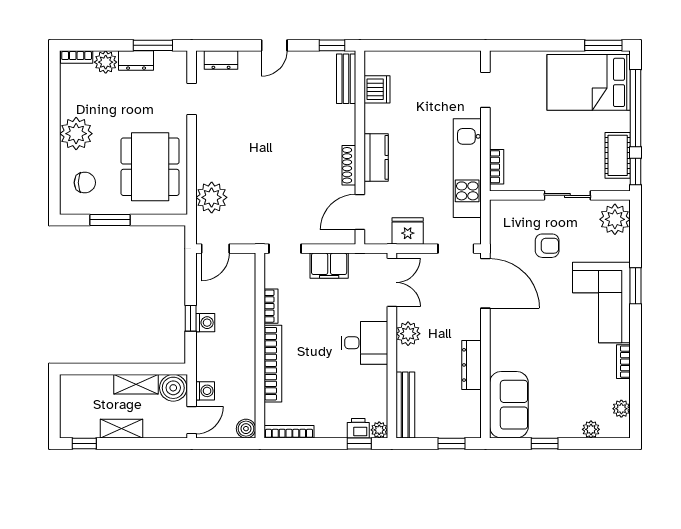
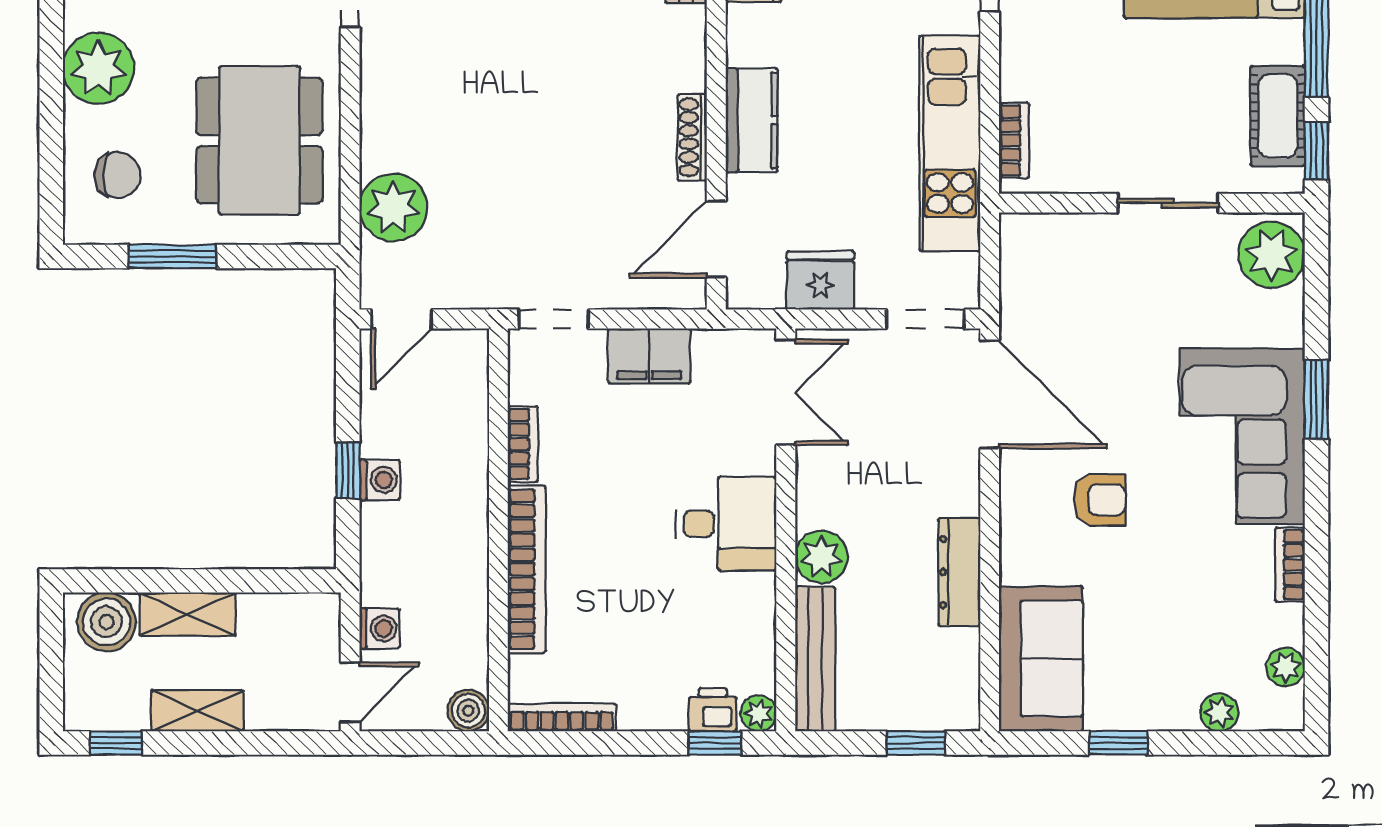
armchair: (547, 246) -> (1100, 500), moved
plant: (408, 334) -> (821, 557), moved
shelving: (136, 384) -> (188, 614), moved
boiler: (173, 388) -> (106, 622), moved

